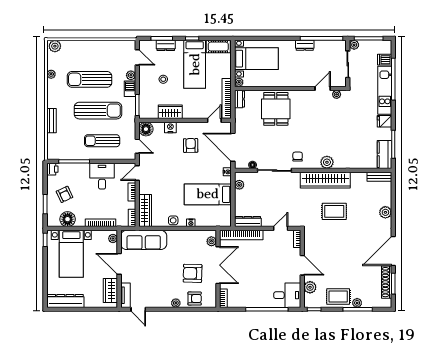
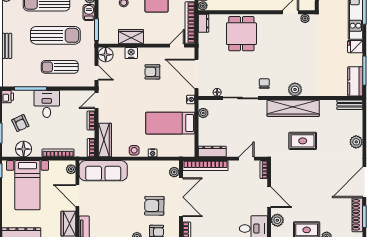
armchair: (191, 145) -> (152, 72), turned -89
desk: (102, 176) -> (47, 104), moved

